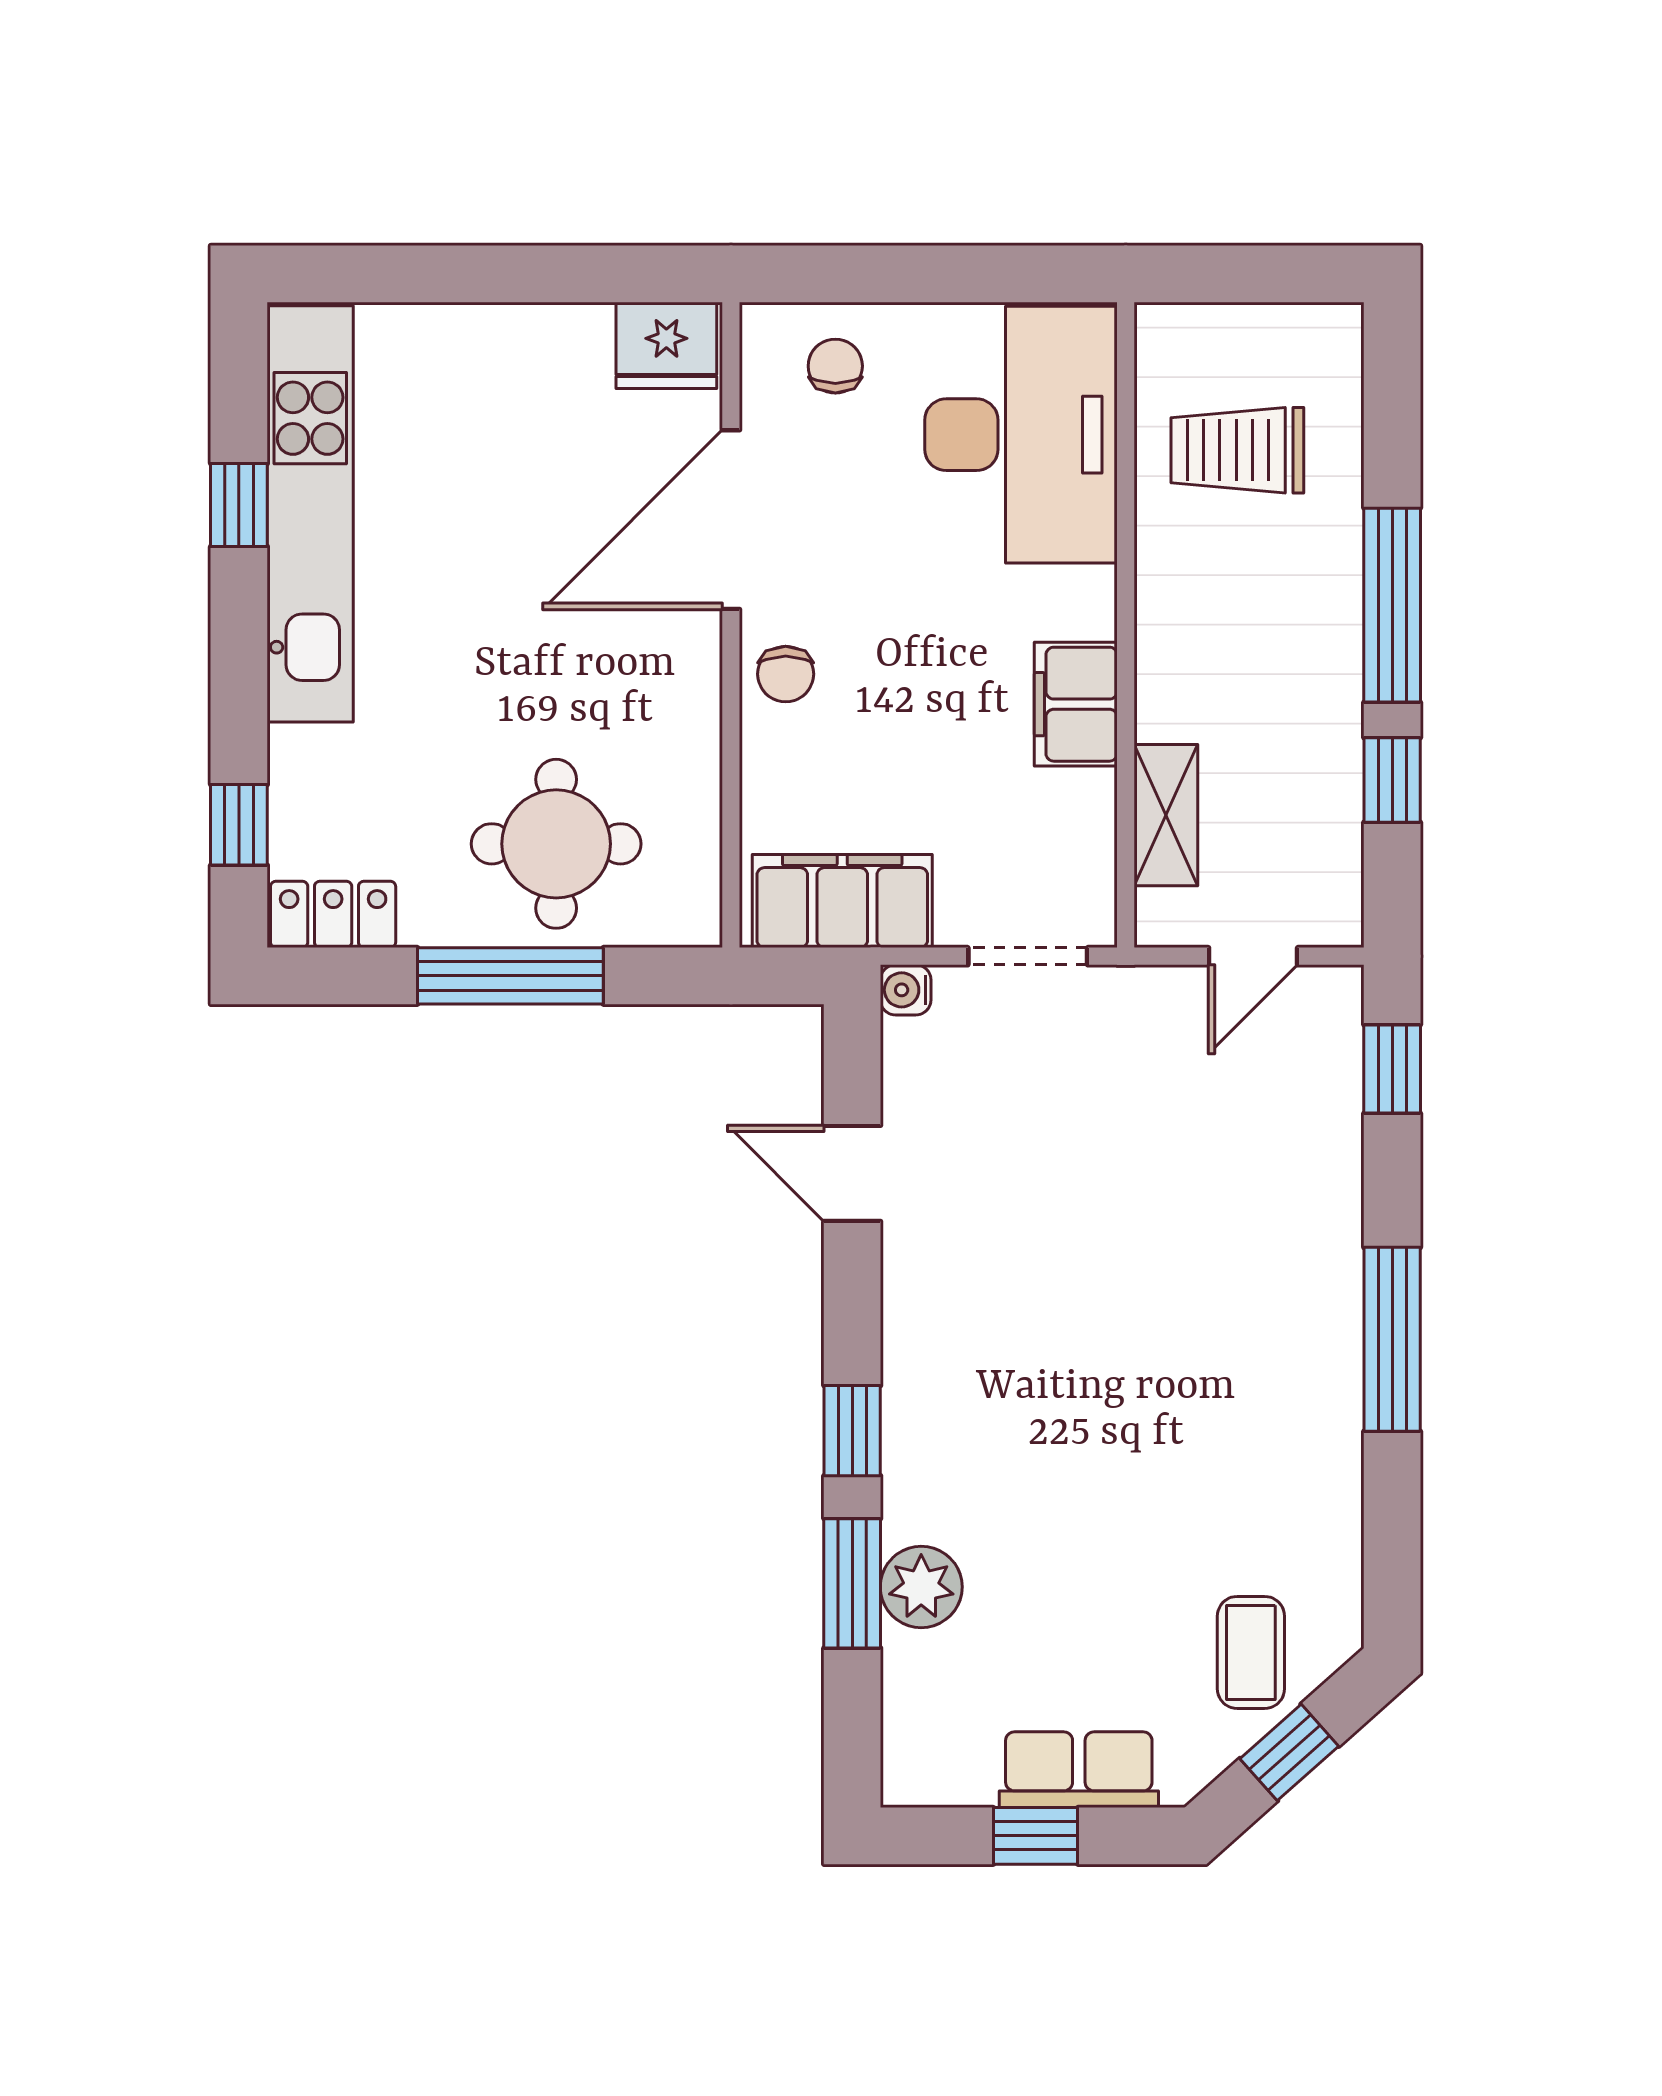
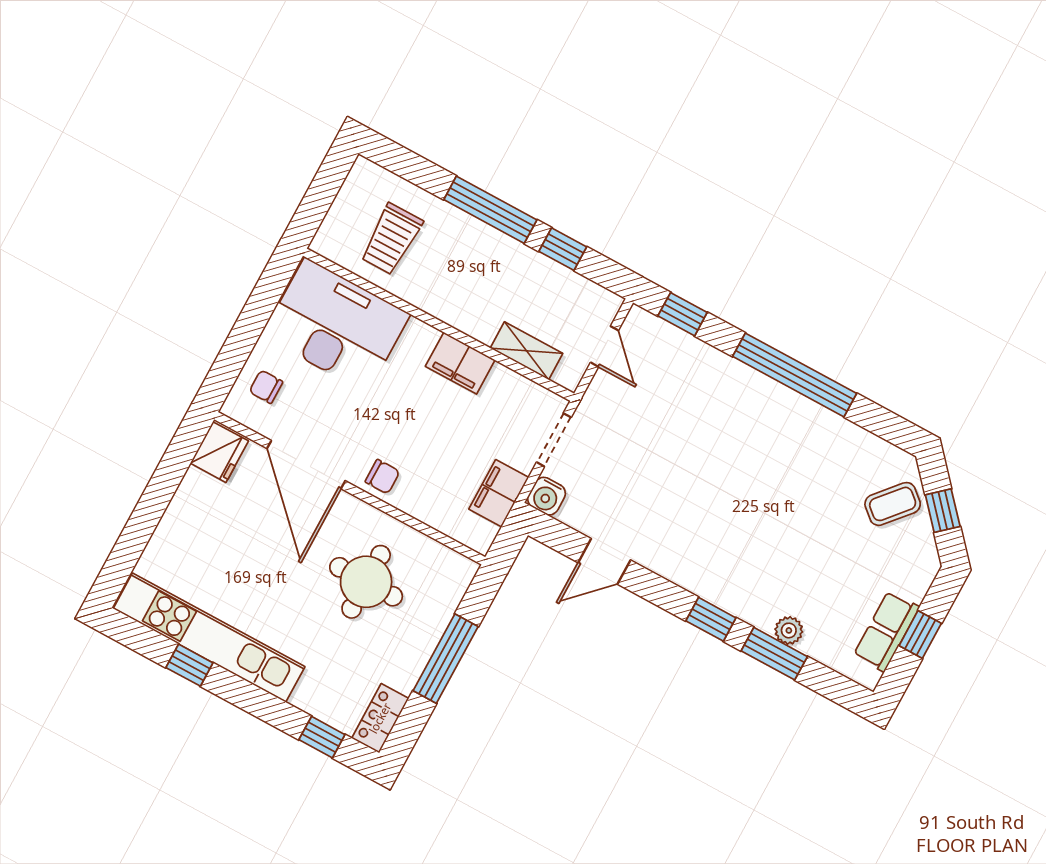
round table: (556, 844) -> (366, 582), moved
filing cabinet: (842, 901) -> (499, 493), width x0.67, depth x0.86
water cooler: (906, 990) -> (546, 496), width x1.38, depth x1.38
window: (1392, 1339) -> (795, 375), width x1.46
plant: (921, 1587) -> (789, 630), width x0.73, depth x0.73
coffee table: (1251, 1652) -> (893, 504), turned -49
row of seats: (1079, 1770) -> (886, 631), moved

